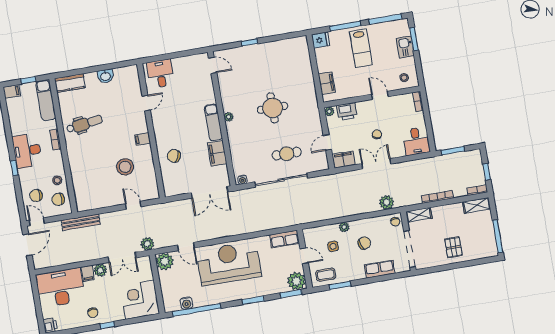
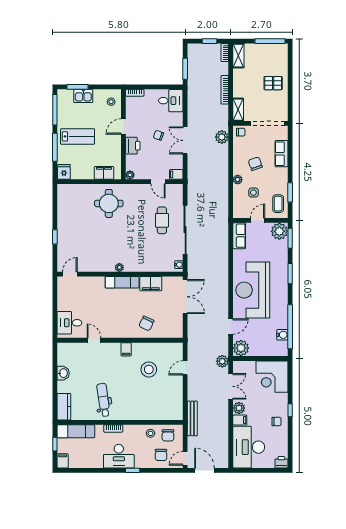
round table: (273, 108) -> (109, 203), moved
printer: (347, 111) -> (133, 146), moved
filing cabinet: (344, 160) -> (176, 174), width x0.50

